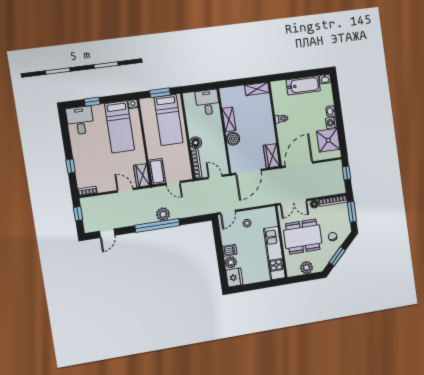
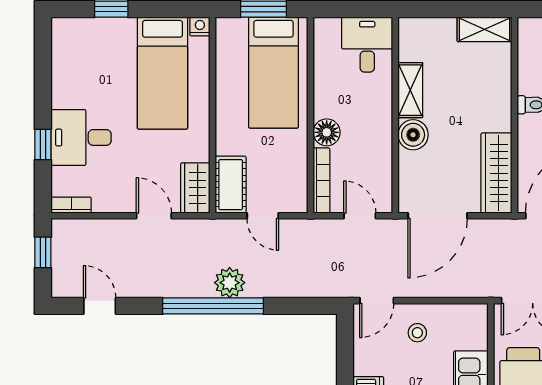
desk: (80, 120) -> (81, 137), moved, turned -90
wardrobe: (271, 156) -> (496, 173), width x1.50
door: (107, 233) -> (100, 306), swing flipped

